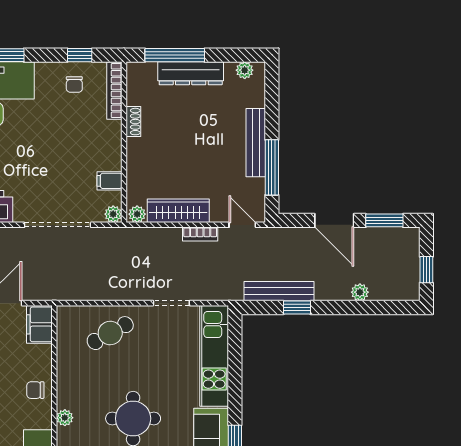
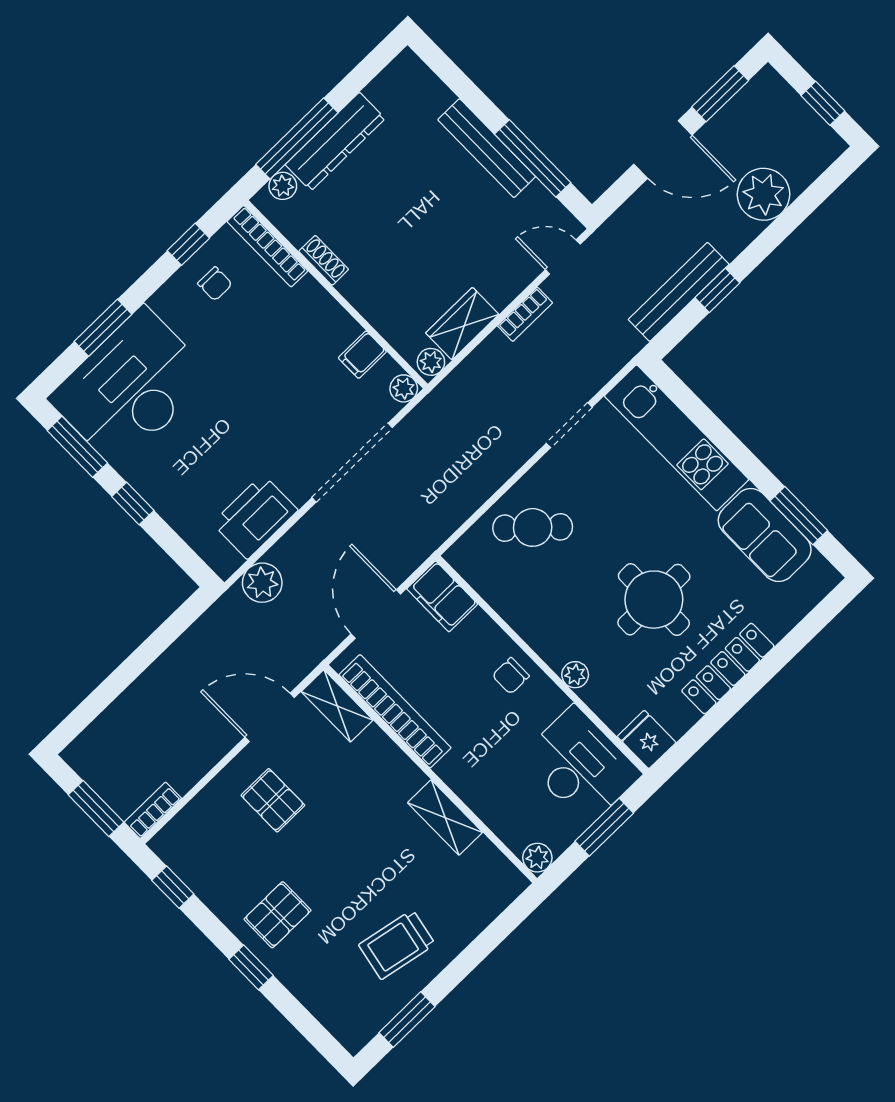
plant: (245, 70) -> (283, 186), moved
wardrobe: (178, 211) -> (462, 324), width x0.67
plant: (360, 292) -> (764, 194), width x1.88, depth x1.88
cafe table: (110, 333) -> (533, 527), turned 72

